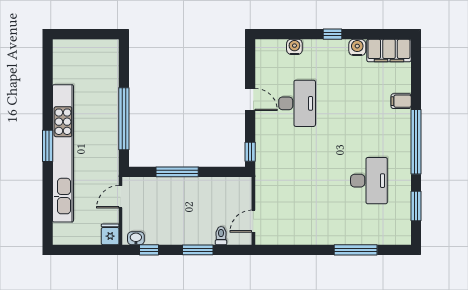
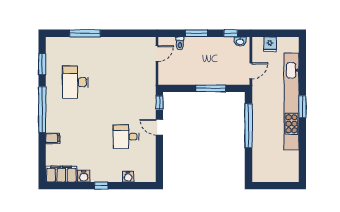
door: (250, 99) -> (159, 127), moved
desk: (297, 103) -> (126, 137), width x0.73
fridge: (110, 234) -> (270, 44), moved

